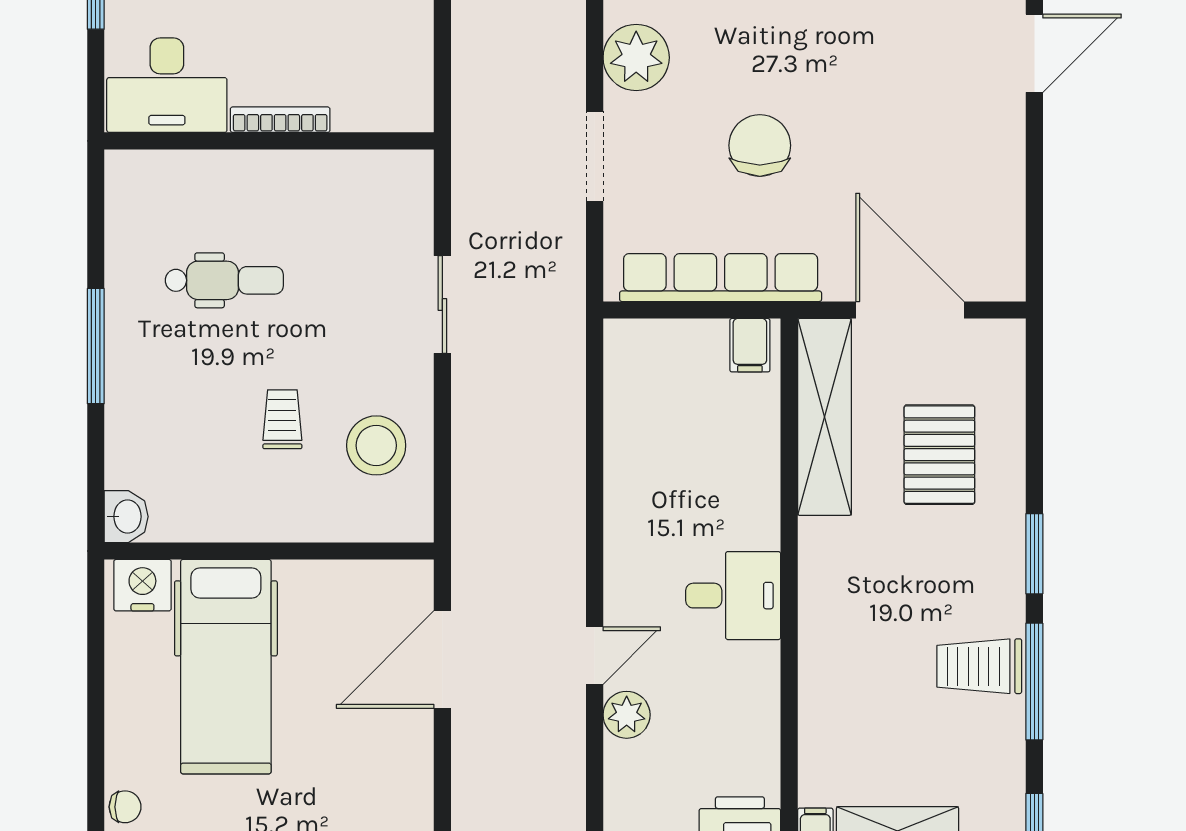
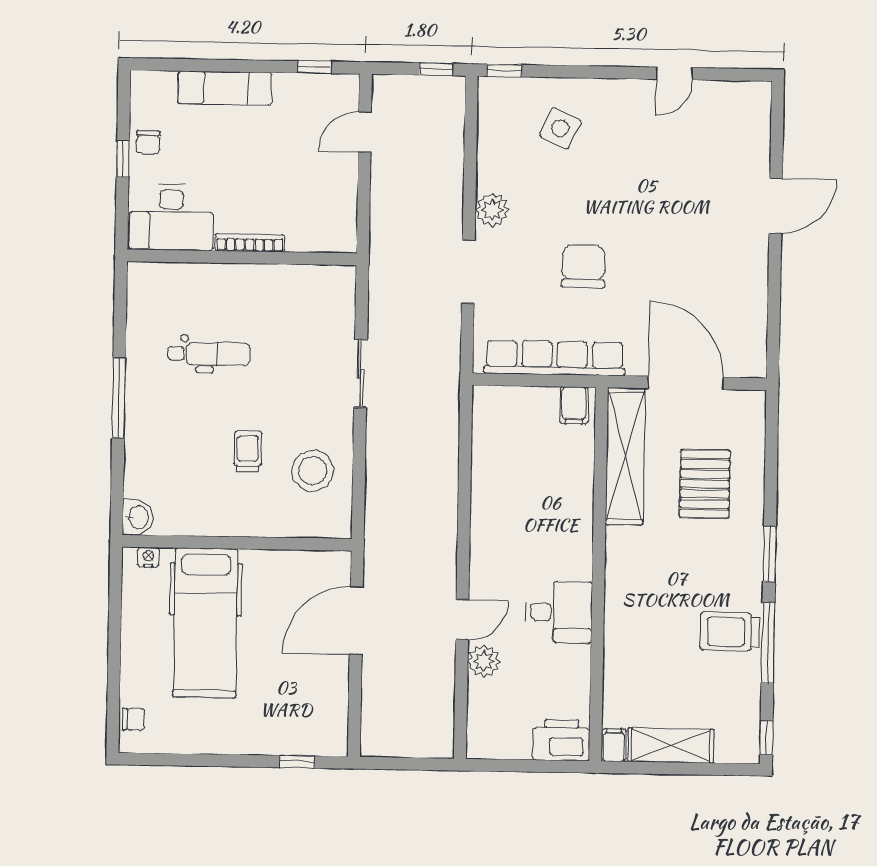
plant: (636, 58) -> (492, 210), width x0.73, depth x0.73
nightstand: (142, 585) -> (148, 557), width x0.53, depth x0.56
desk: (733, 596) -> (559, 612), moved

